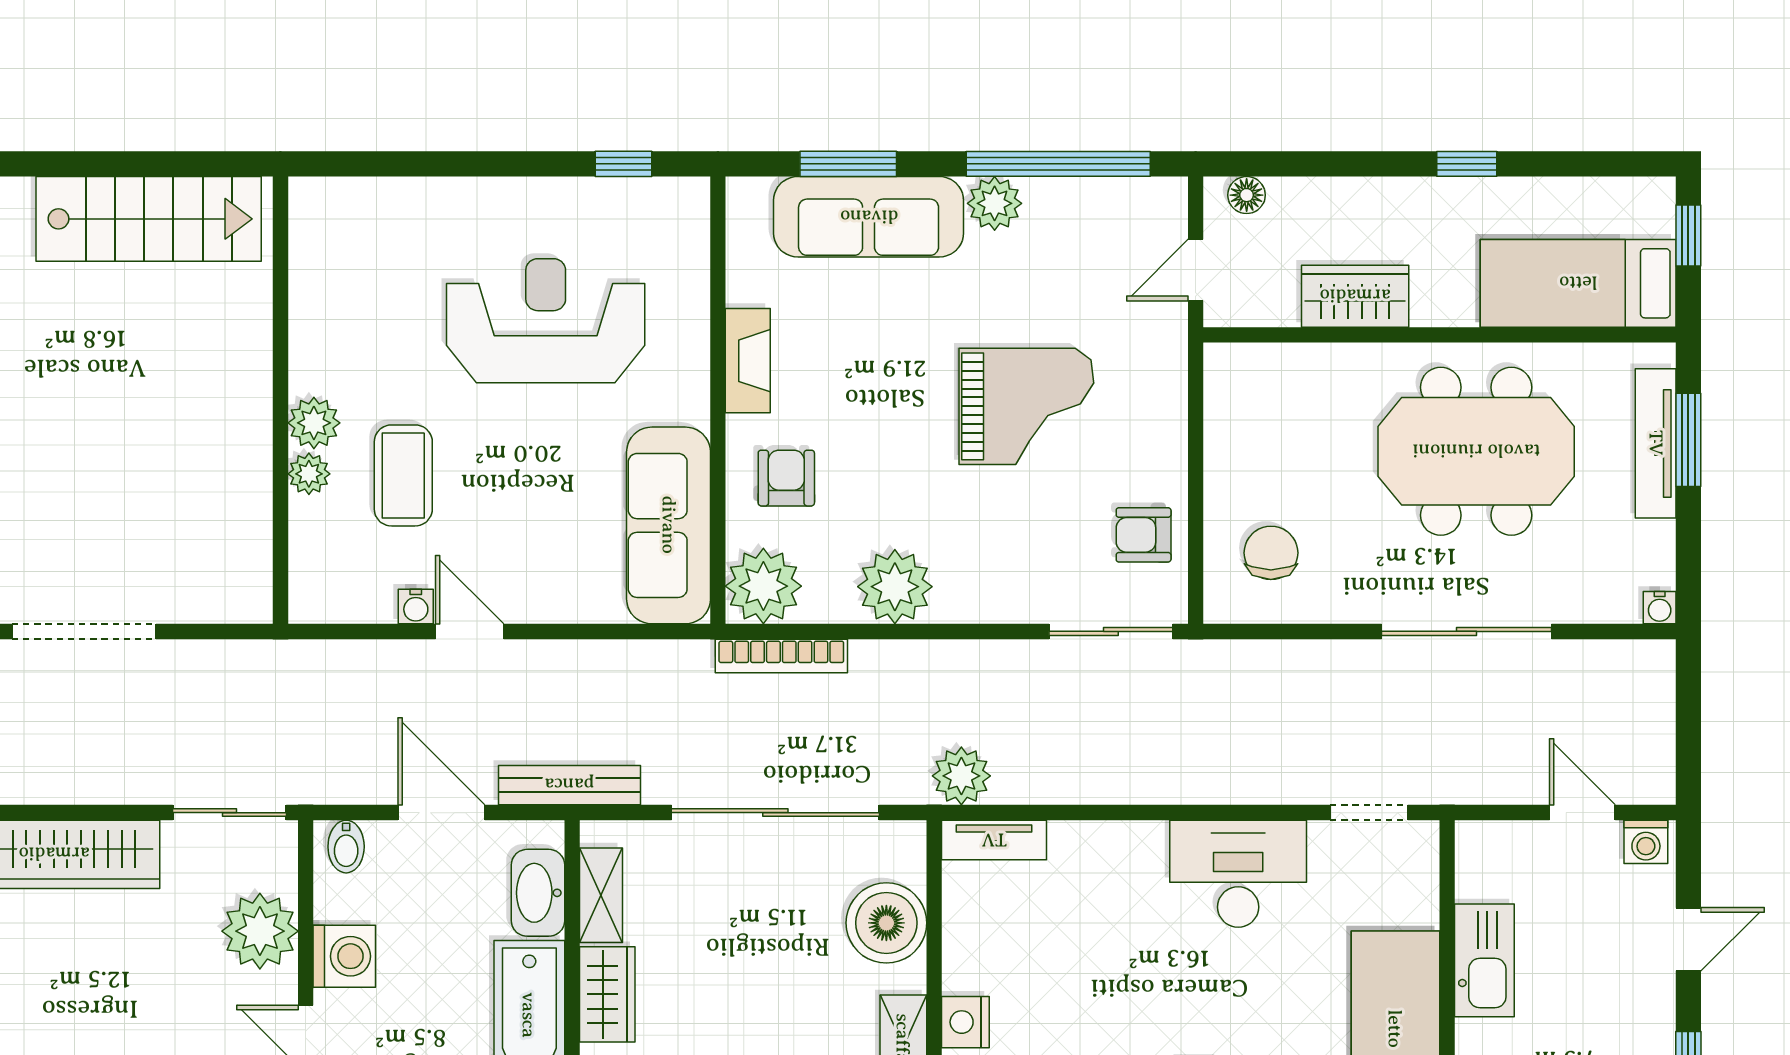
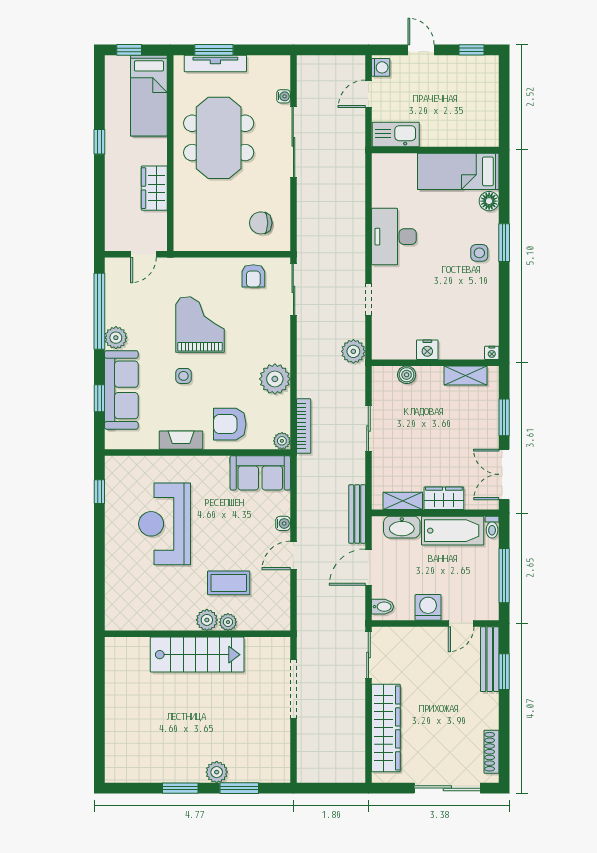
window: (848, 164) -> (99, 398), width x0.67
floor lamp: (1247, 195) -> (112, 233), removed
stairs: (149, 219) -> (197, 655), moved, turned 90
door: (1196, 270) -> (143, 254), hinge flipped
side table: (902, 366) -> (183, 376), added
armchair: (786, 478) -> (230, 424), width x1.38, depth x1.38
sofa: (669, 525) -> (260, 473), width x0.73
plant: (763, 586) -> (282, 441), width x0.53, depth x0.53
water cooler: (416, 606) -> (283, 523), moved
water cooler: (1660, 608) -> (284, 96), moved
doorway: (84, 631) -> (293, 689), moved
sliding door: (775, 813) -> (368, 429), width x0.54
doorway: (1369, 813) -> (368, 299), moved
tv unit: (994, 840) -> (380, 338), removed
boiler: (886, 923) -> (407, 375), width x0.54, depth x0.54
plant: (260, 931) -> (418, 642), removed
kitchen sink: (1484, 960) -> (396, 134), moved
nightstand: (965, 1022) -> (427, 350), moved

